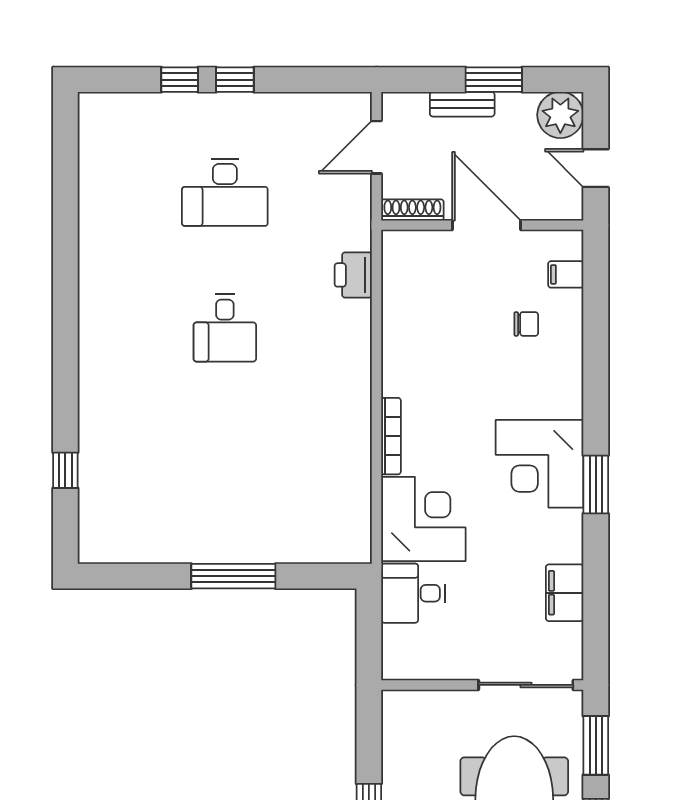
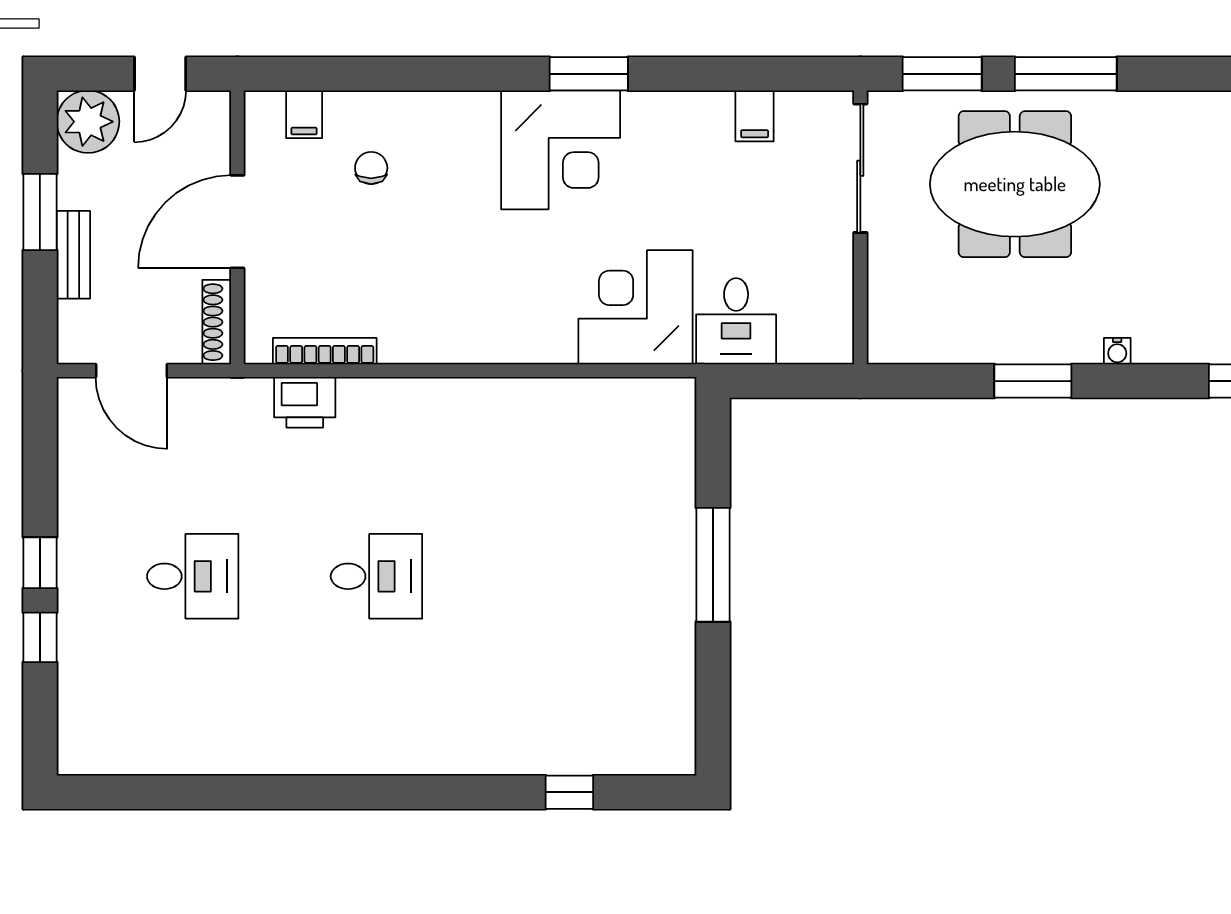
desk: (225, 192) -> (193, 576), width x0.73
bookcase: (391, 436) -> (325, 351), moved
filing cabinet: (565, 593) -> (755, 116), width x0.50

